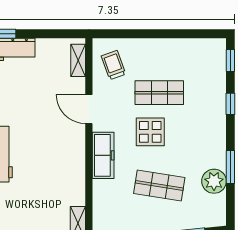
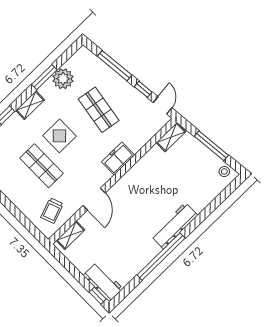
display table: (150, 132) -> (59, 136), moved
shelving: (219, 132) -> (30, 105), added
freezer: (103, 155) -> (118, 158), width x0.71

